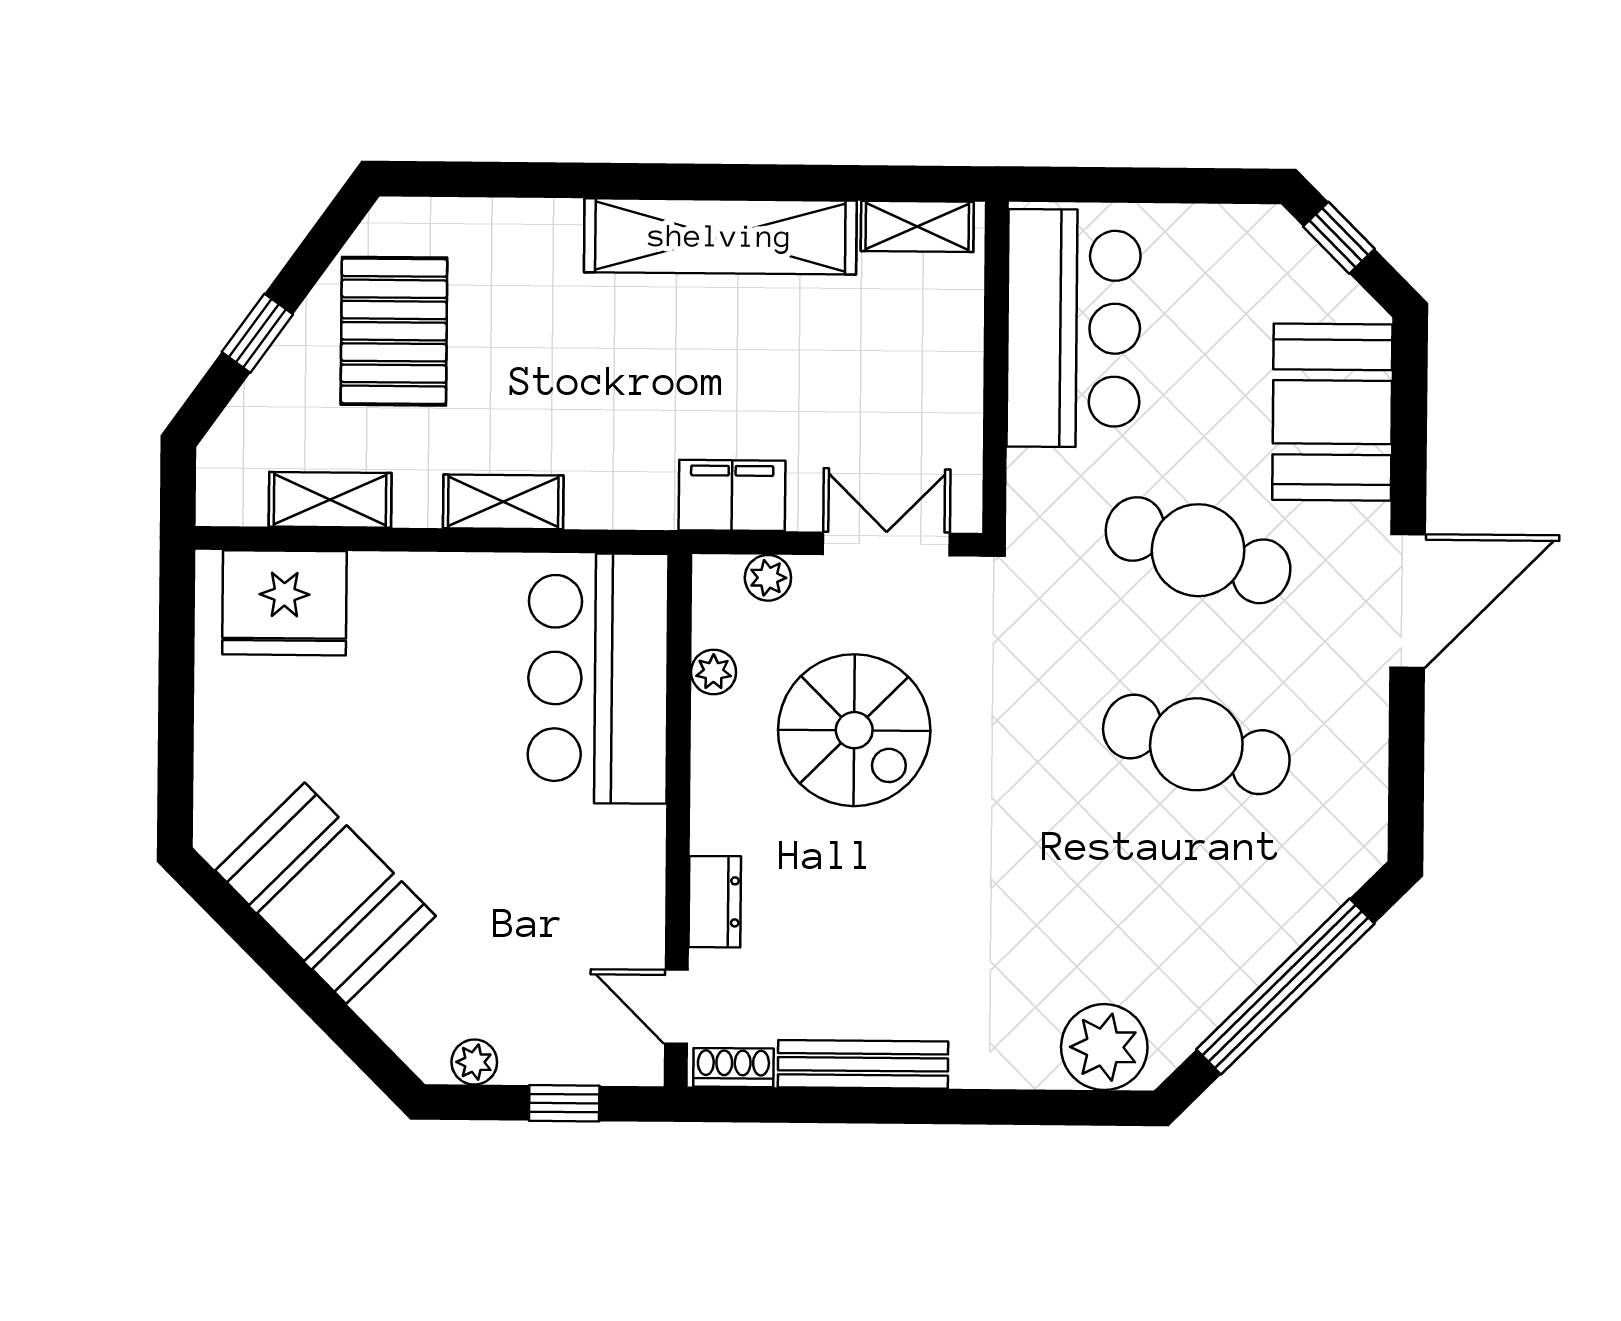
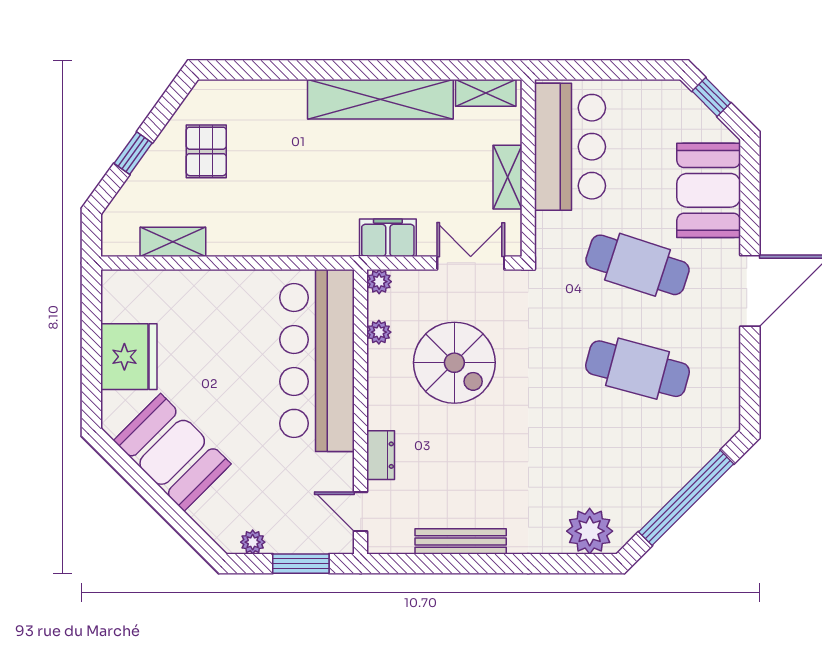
pallet: (394, 331) -> (206, 151), width x0.67, depth x0.71
shelving: (503, 502) -> (508, 177), moved, turned 90
plant: (768, 578) -> (379, 282), moved
fridge: (284, 603) -> (129, 357), moved, turned -90
bar counter: (598, 678) -> (317, 360), width x1.36
shoe rack: (733, 1068) -> (391, 544), removed
window: (564, 1103) -> (301, 564), width x1.50

